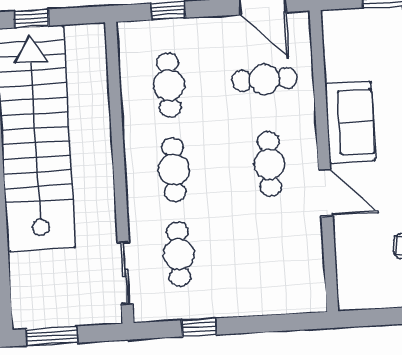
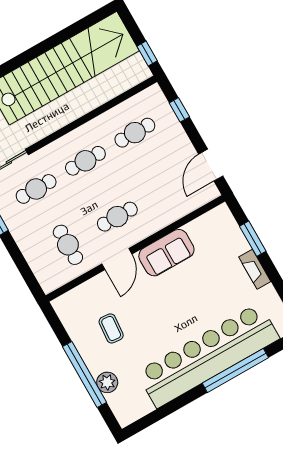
window: (31, 18) -> (147, 53), moved
cafe table: (265, 80) -> (68, 245), moved

